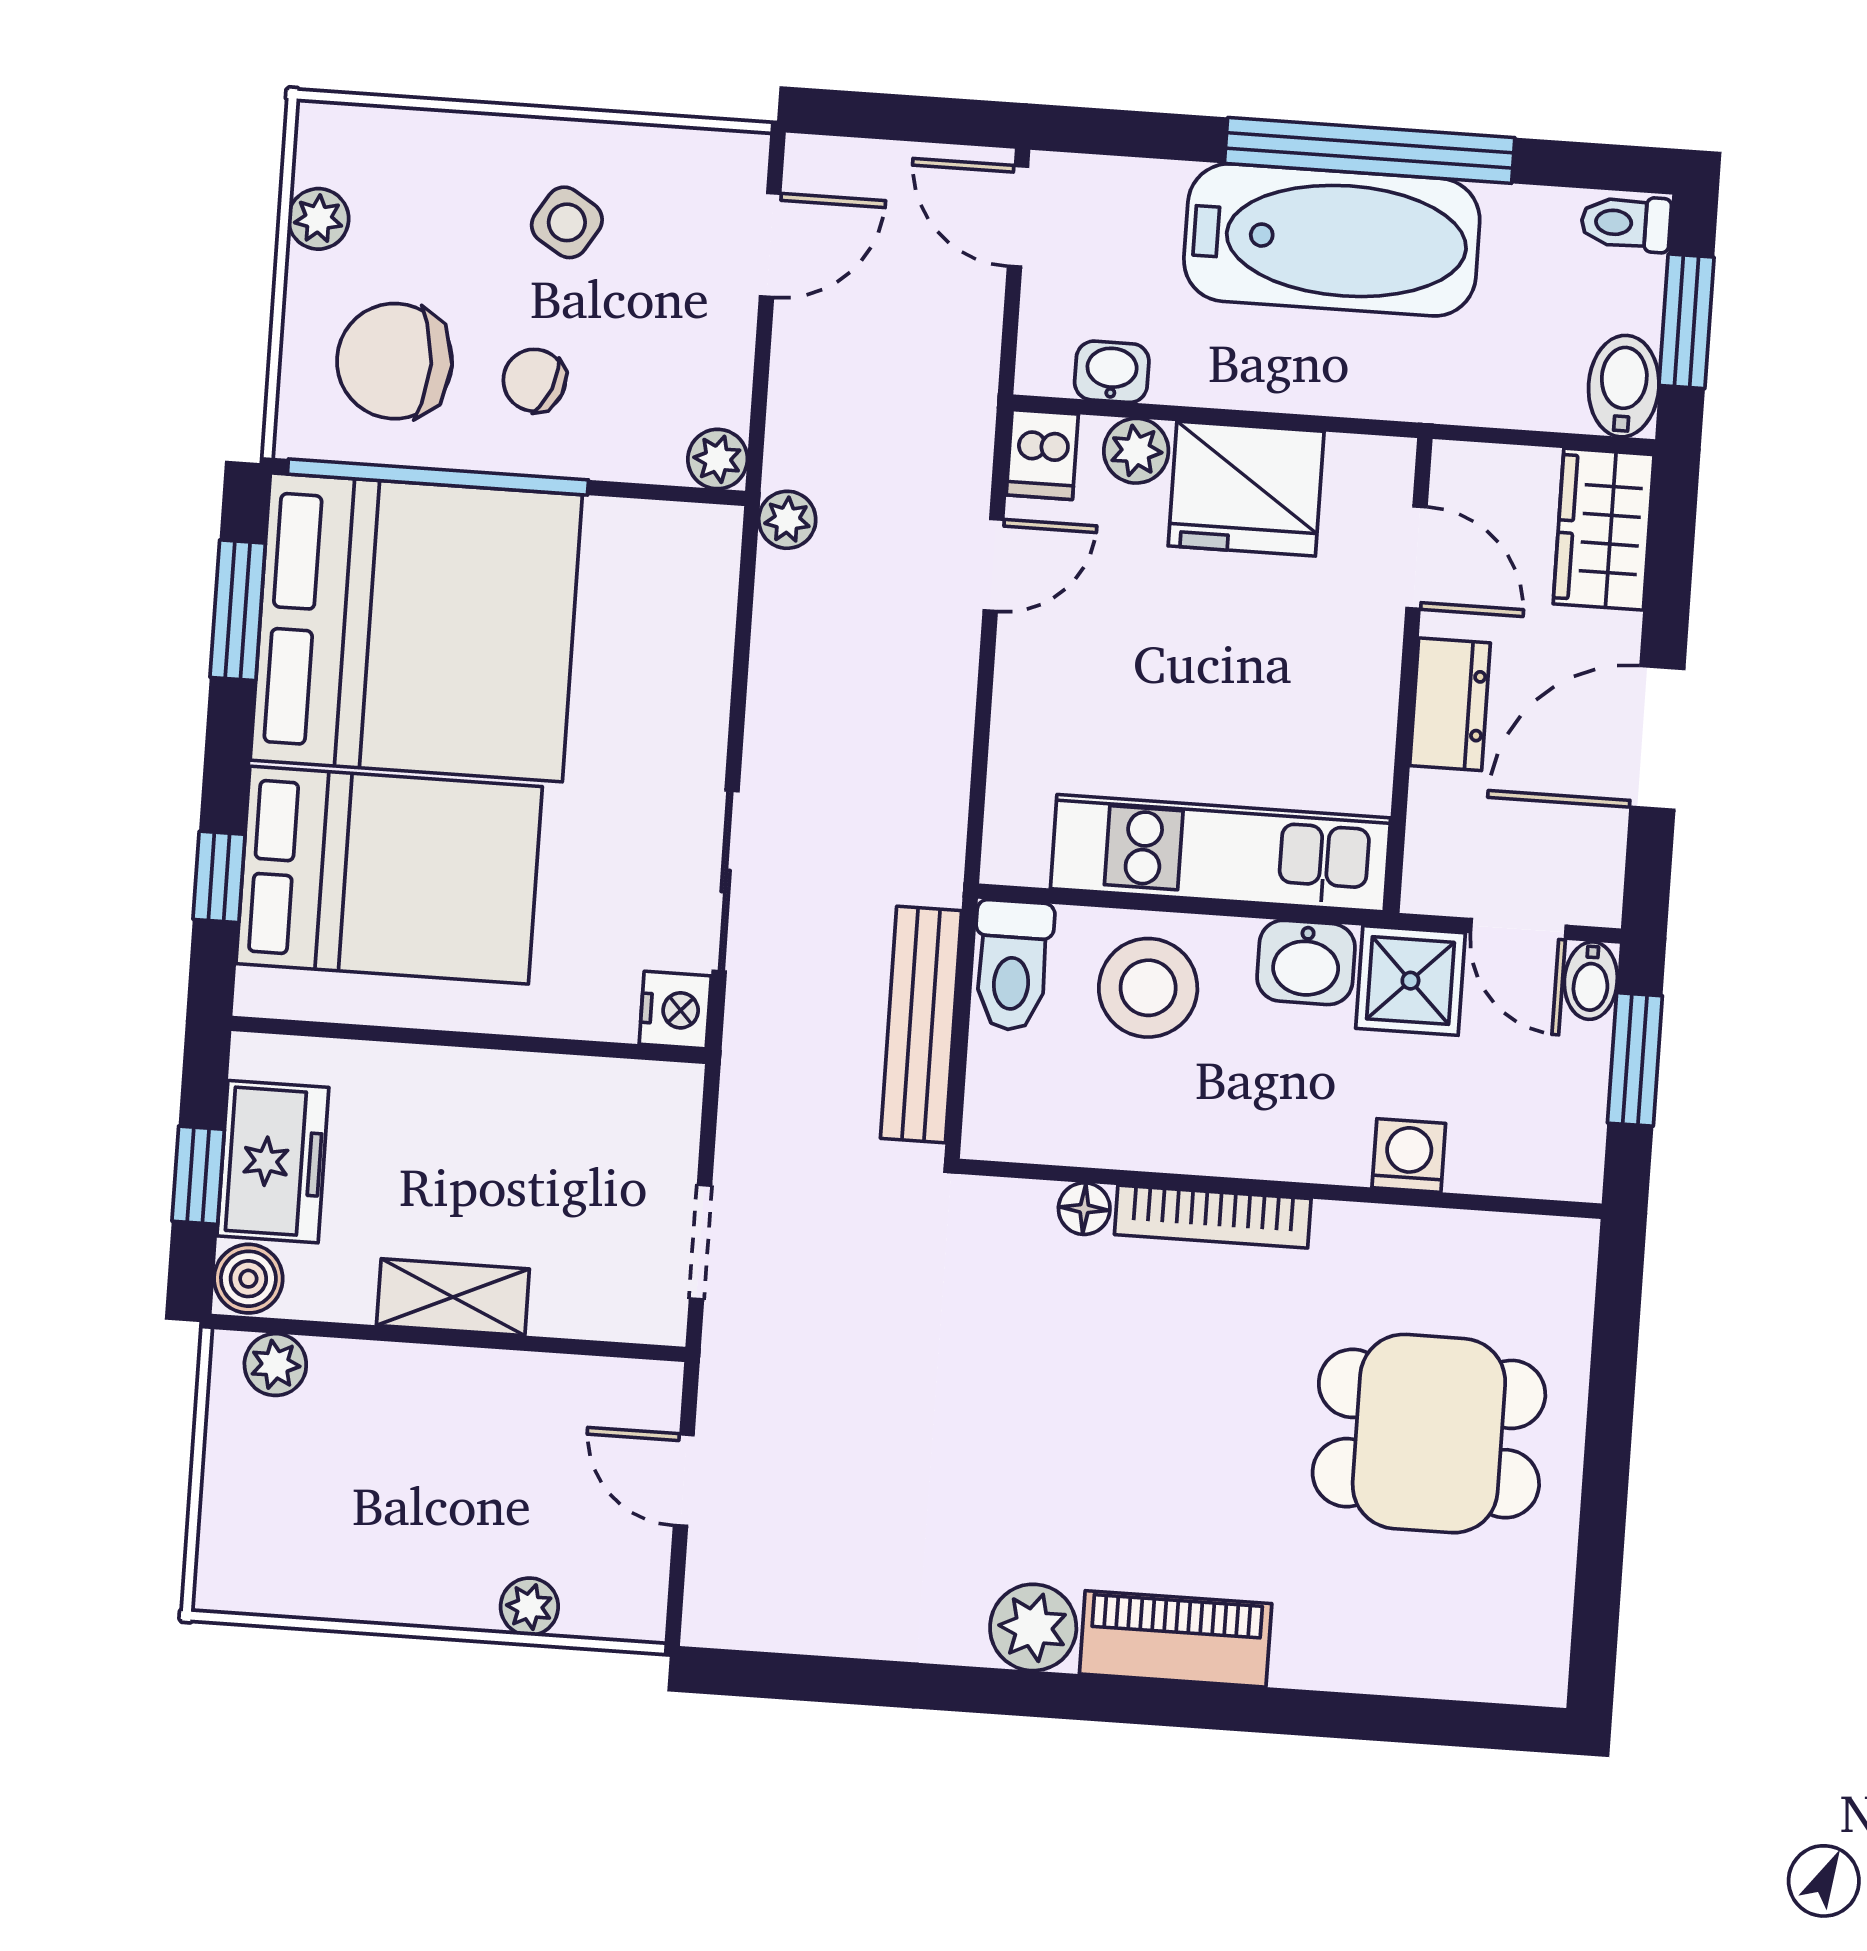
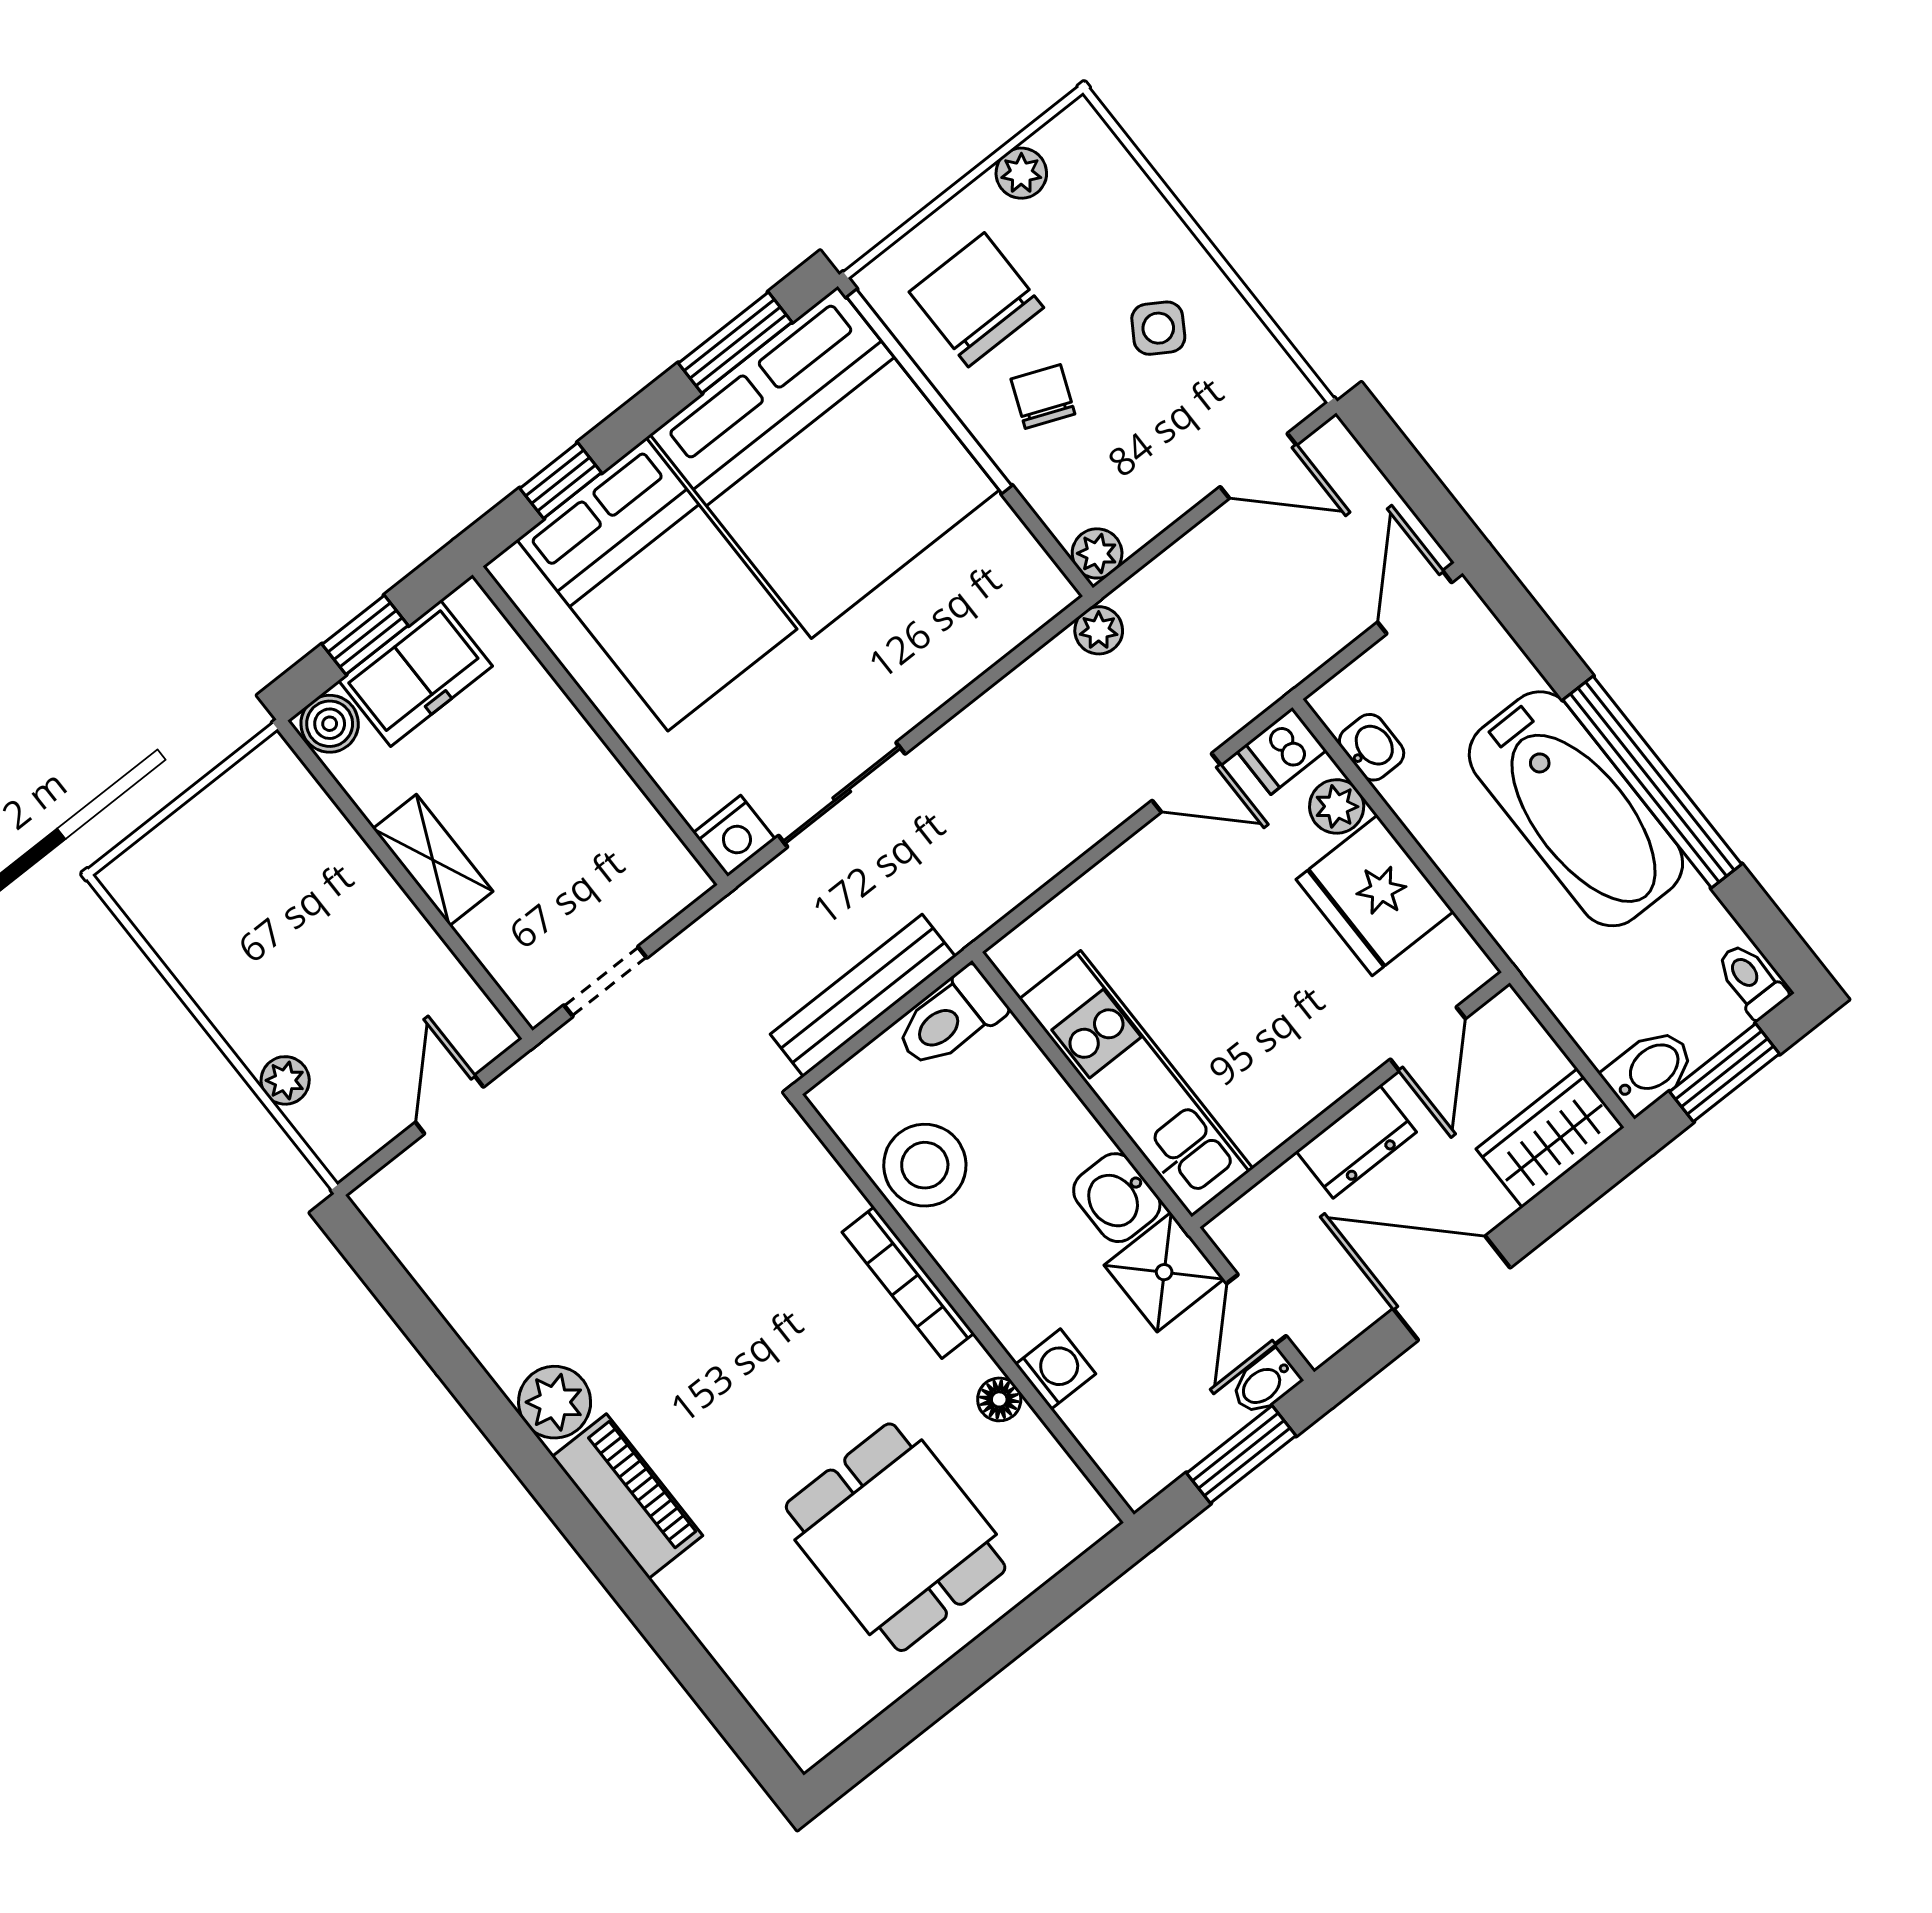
stool: (1148, 988) -> (925, 1165), moved
floor lamp: (1084, 1209) -> (999, 1399), moved
plant: (275, 1365) -> (292, 788), removed

